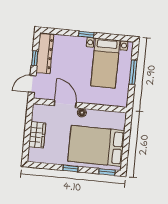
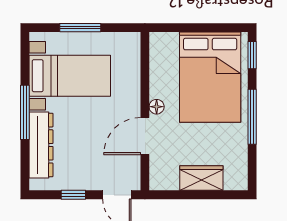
window: (86, 34) -> (25, 112), width x2.17
dresser: (45, 54) -> (41, 145), moved, turned 90
window: (70, 168) -> (252, 117), width x2.17

